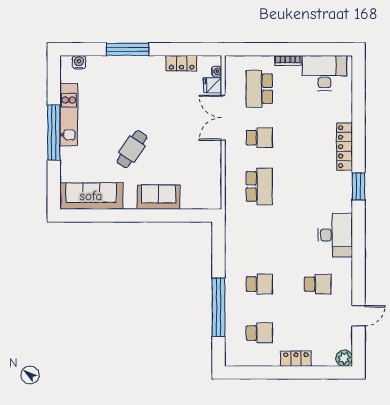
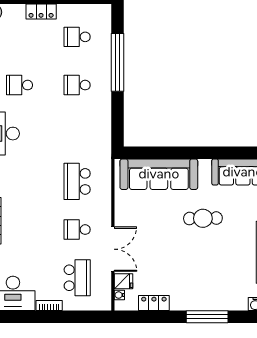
cafe table: (132, 149) -> (203, 218), turned 56
sofa: (159, 197) -> (159, 174), width x1.85, depth x1.27

